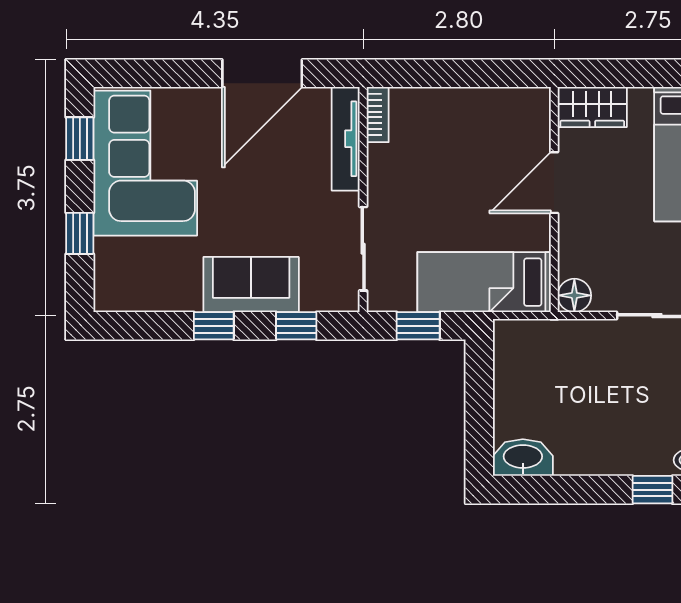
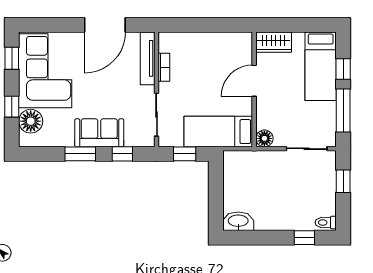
bookcase: (378, 115) -> (164, 67), moved
floor lamp: (117, 262) -> (31, 121), added
window: (214, 326) -> (80, 154), width x1.50

